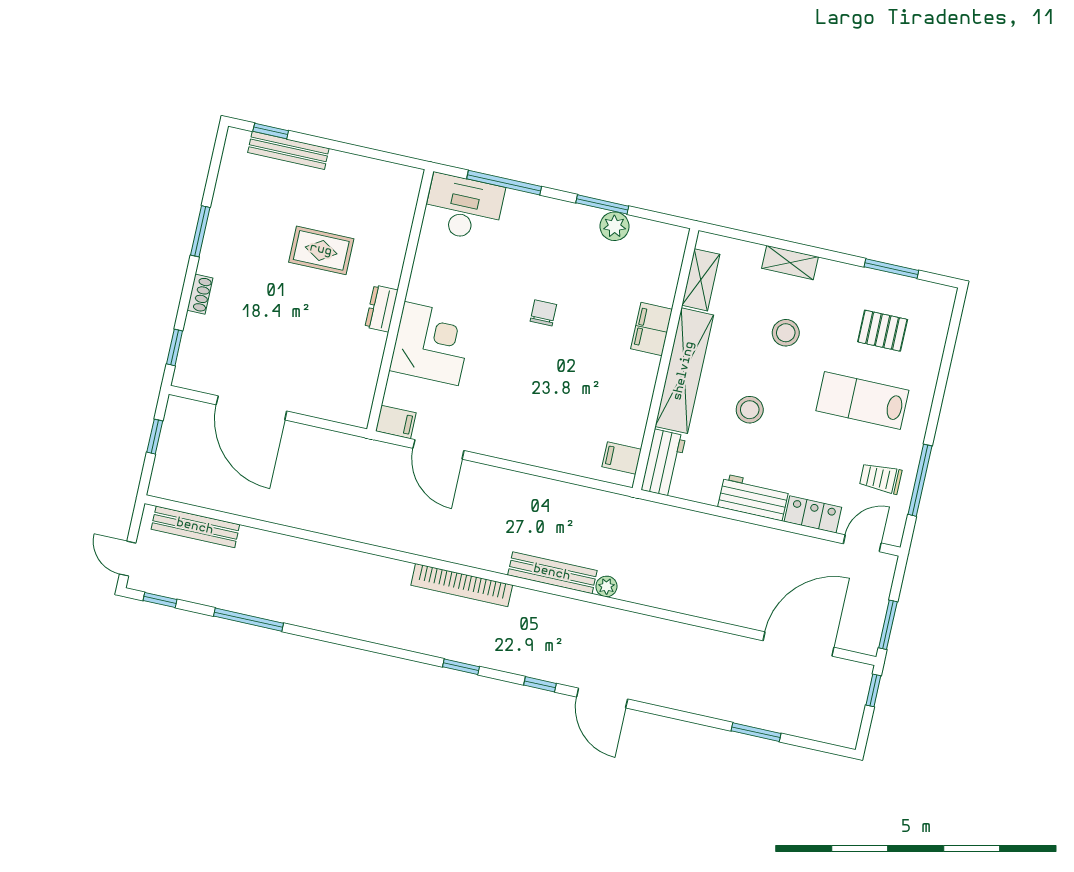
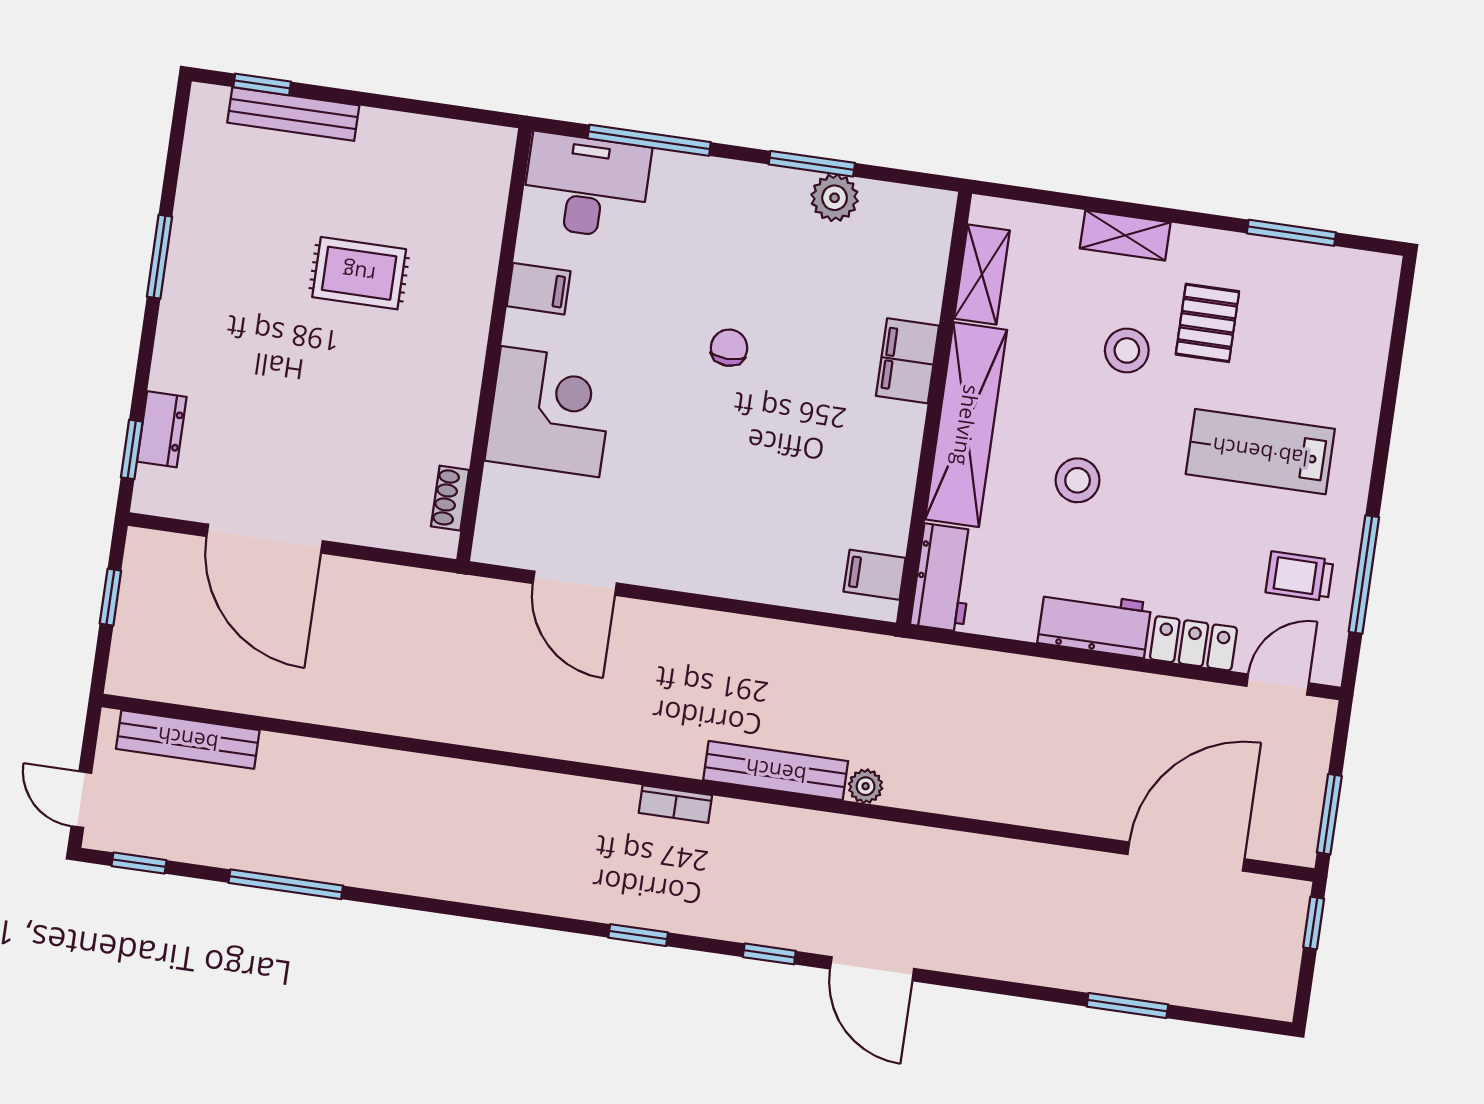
shoe rack: (200, 294) -> (450, 498), moved, turned 180
dresser: (382, 309) -> (162, 429), moved, turned 180
pallet: (883, 331) -> (1207, 323), moved, turned 90
filing cabinet: (396, 422) -> (539, 289), moved
bookcase: (462, 585) -> (675, 804), width x0.43, depth x0.76

